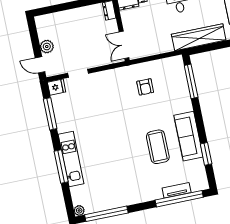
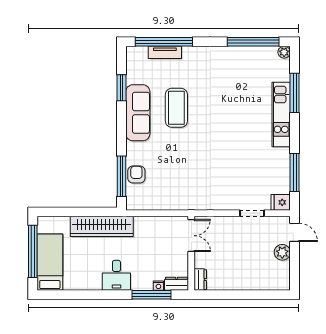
armchair: (145, 87) -> (136, 174), moved
window: (61, 166) -> (295, 93), moved

